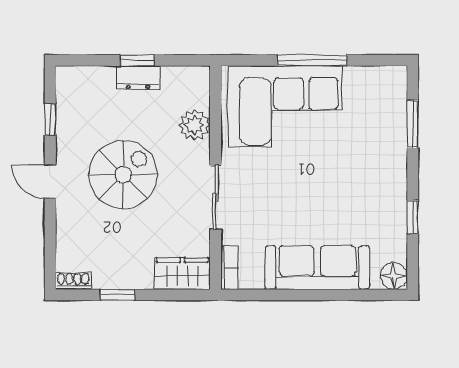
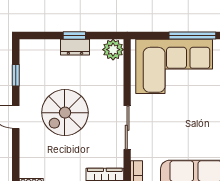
plant: (195, 125) -> (113, 50), moved
spiral stairs: (123, 175) -> (65, 113), turned 180

